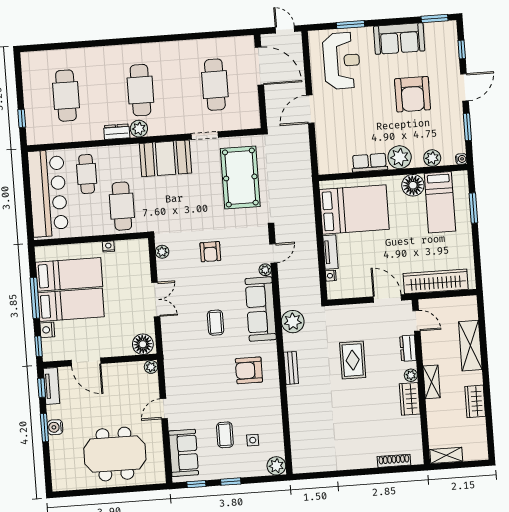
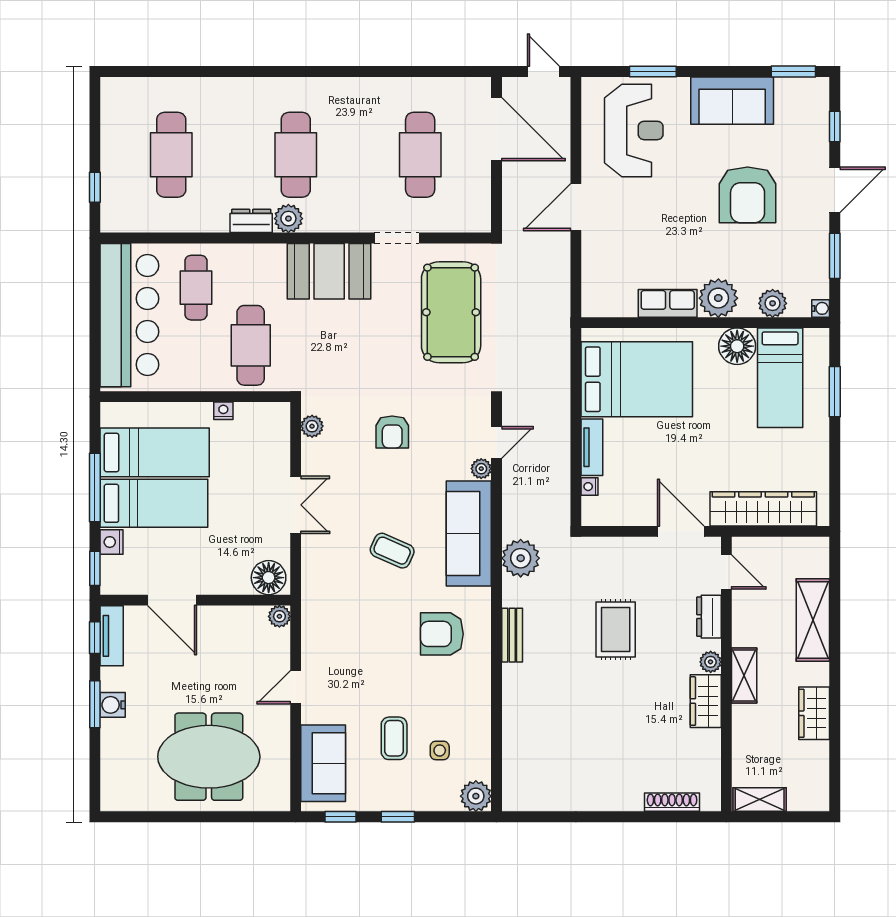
coffee table: (216, 323) -> (392, 551), turned -66

